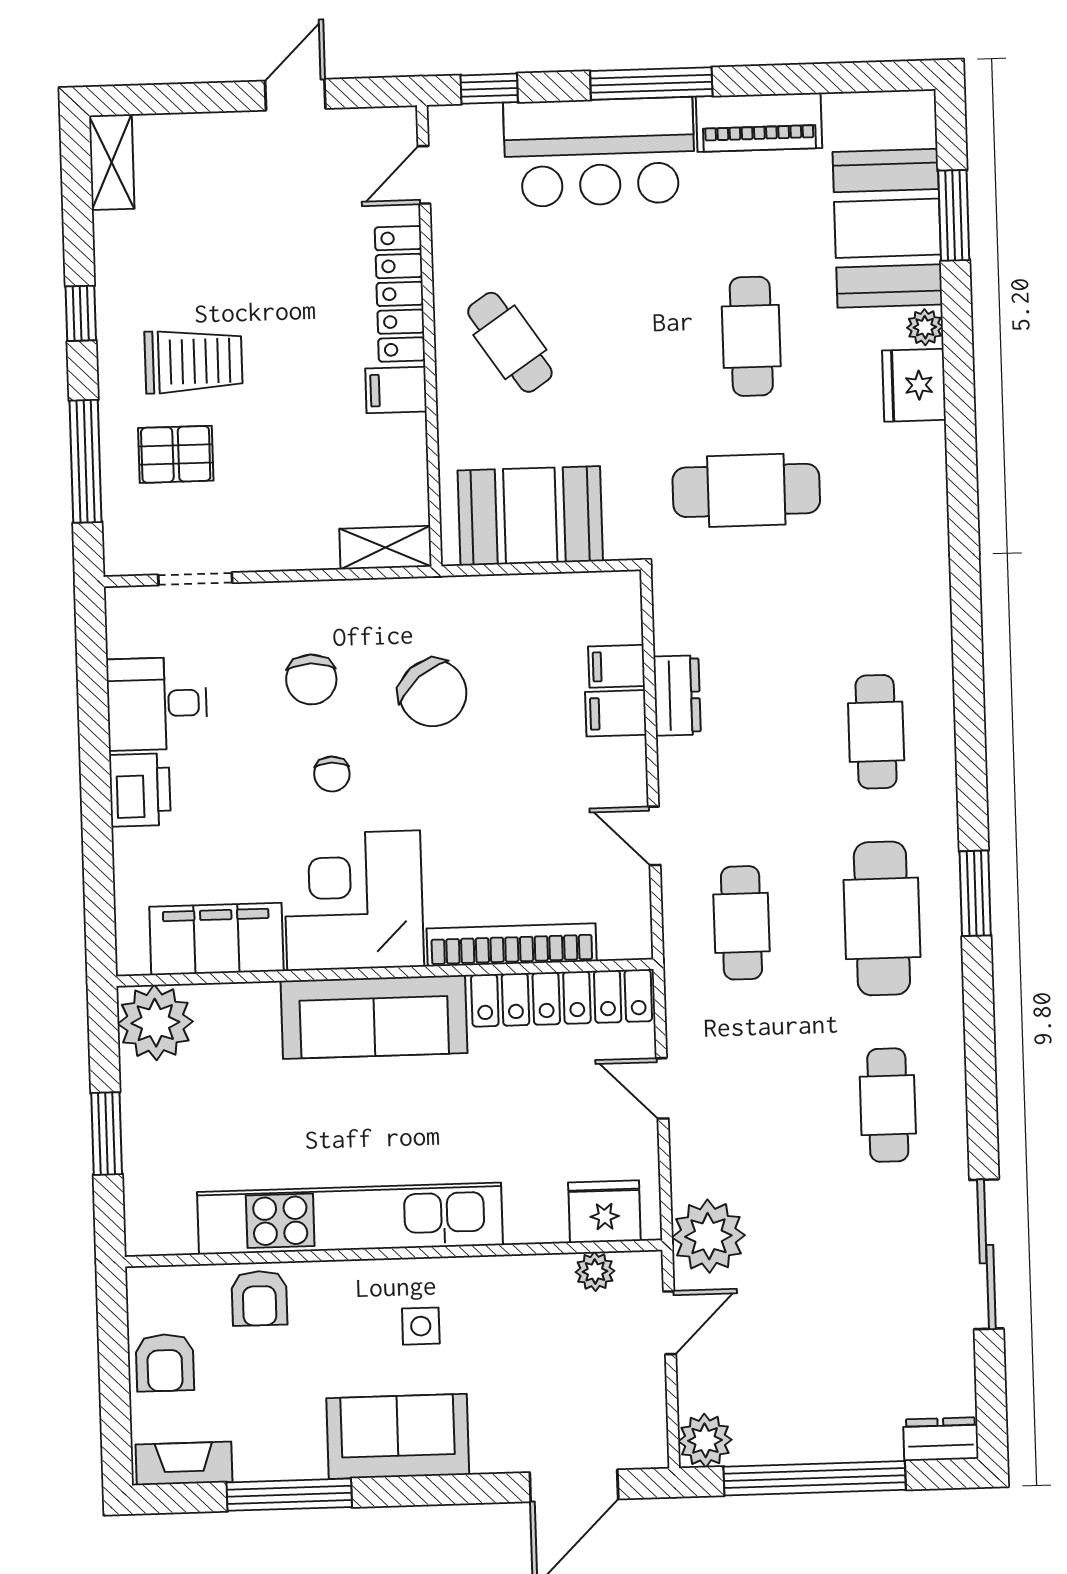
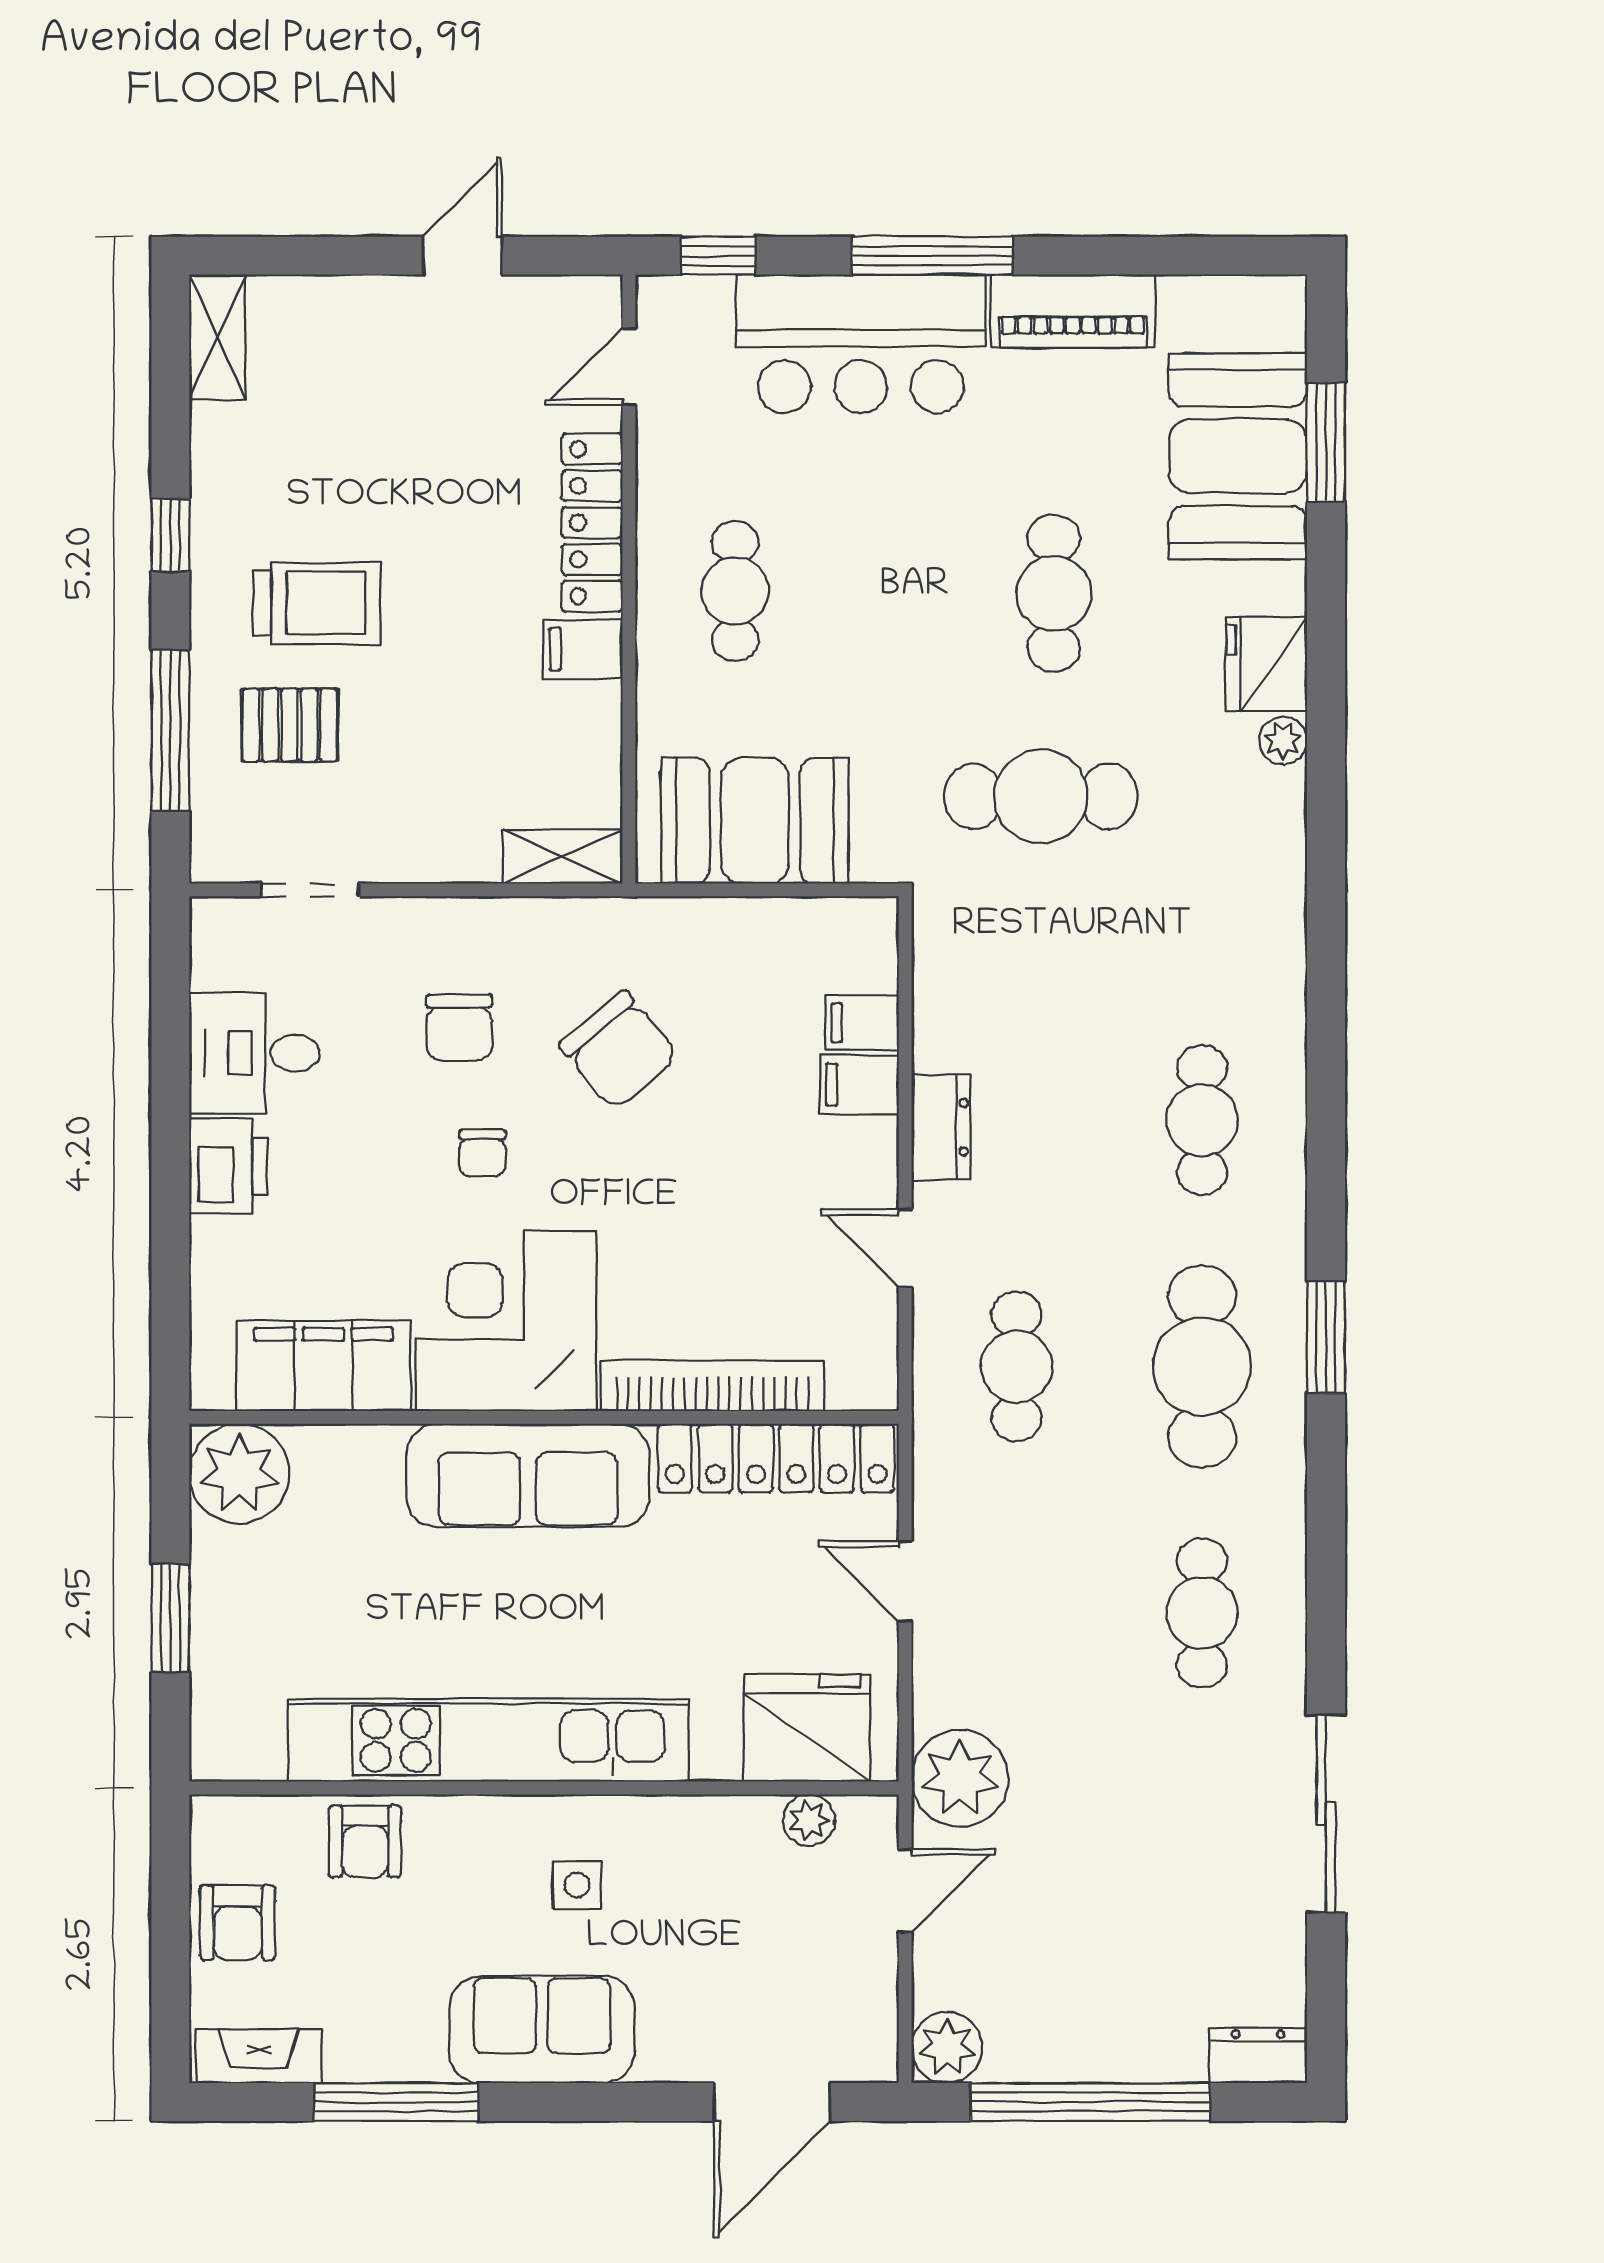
plant: (925, 327) -> (1283, 741), moved
cafe table: (510, 342) -> (735, 591), turned 34
dresser: (677, 695) -> (941, 1127), moved
fridge: (604, 1212) -> (807, 1728), width x1.36, depth x1.34

